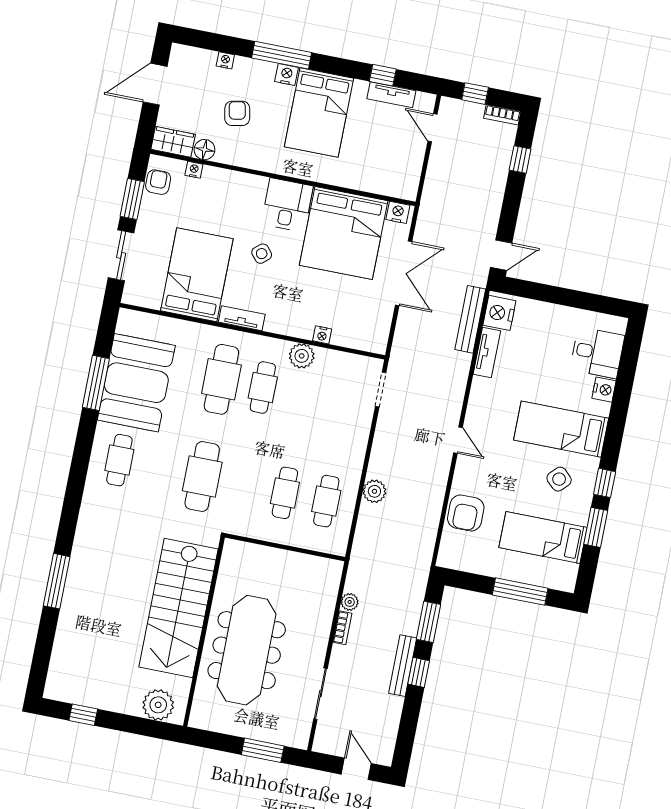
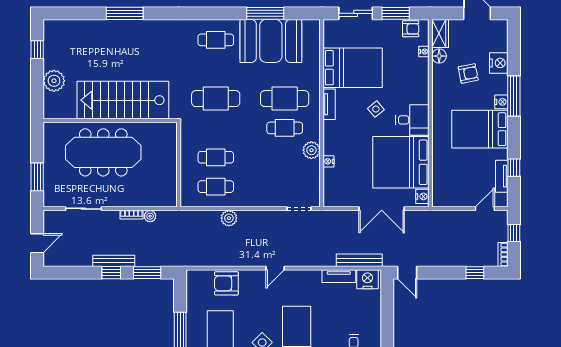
nightstand: (225, 60) -> (499, 63), width x1.89, depth x1.79
plant: (158, 705) -> (54, 81), moved

